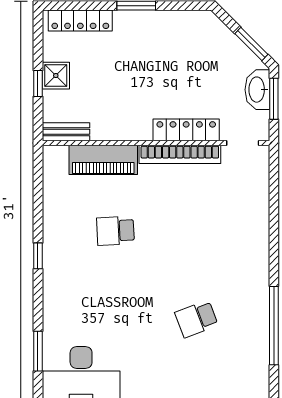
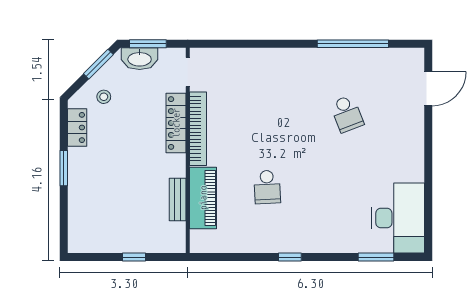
locker: (80, 21) -> (77, 127), moved, width x0.66
stool: (215, 50) -> (104, 97), added
shower: (56, 76) -> (127, 241), removed
bench: (66, 132) -> (178, 200), moved

